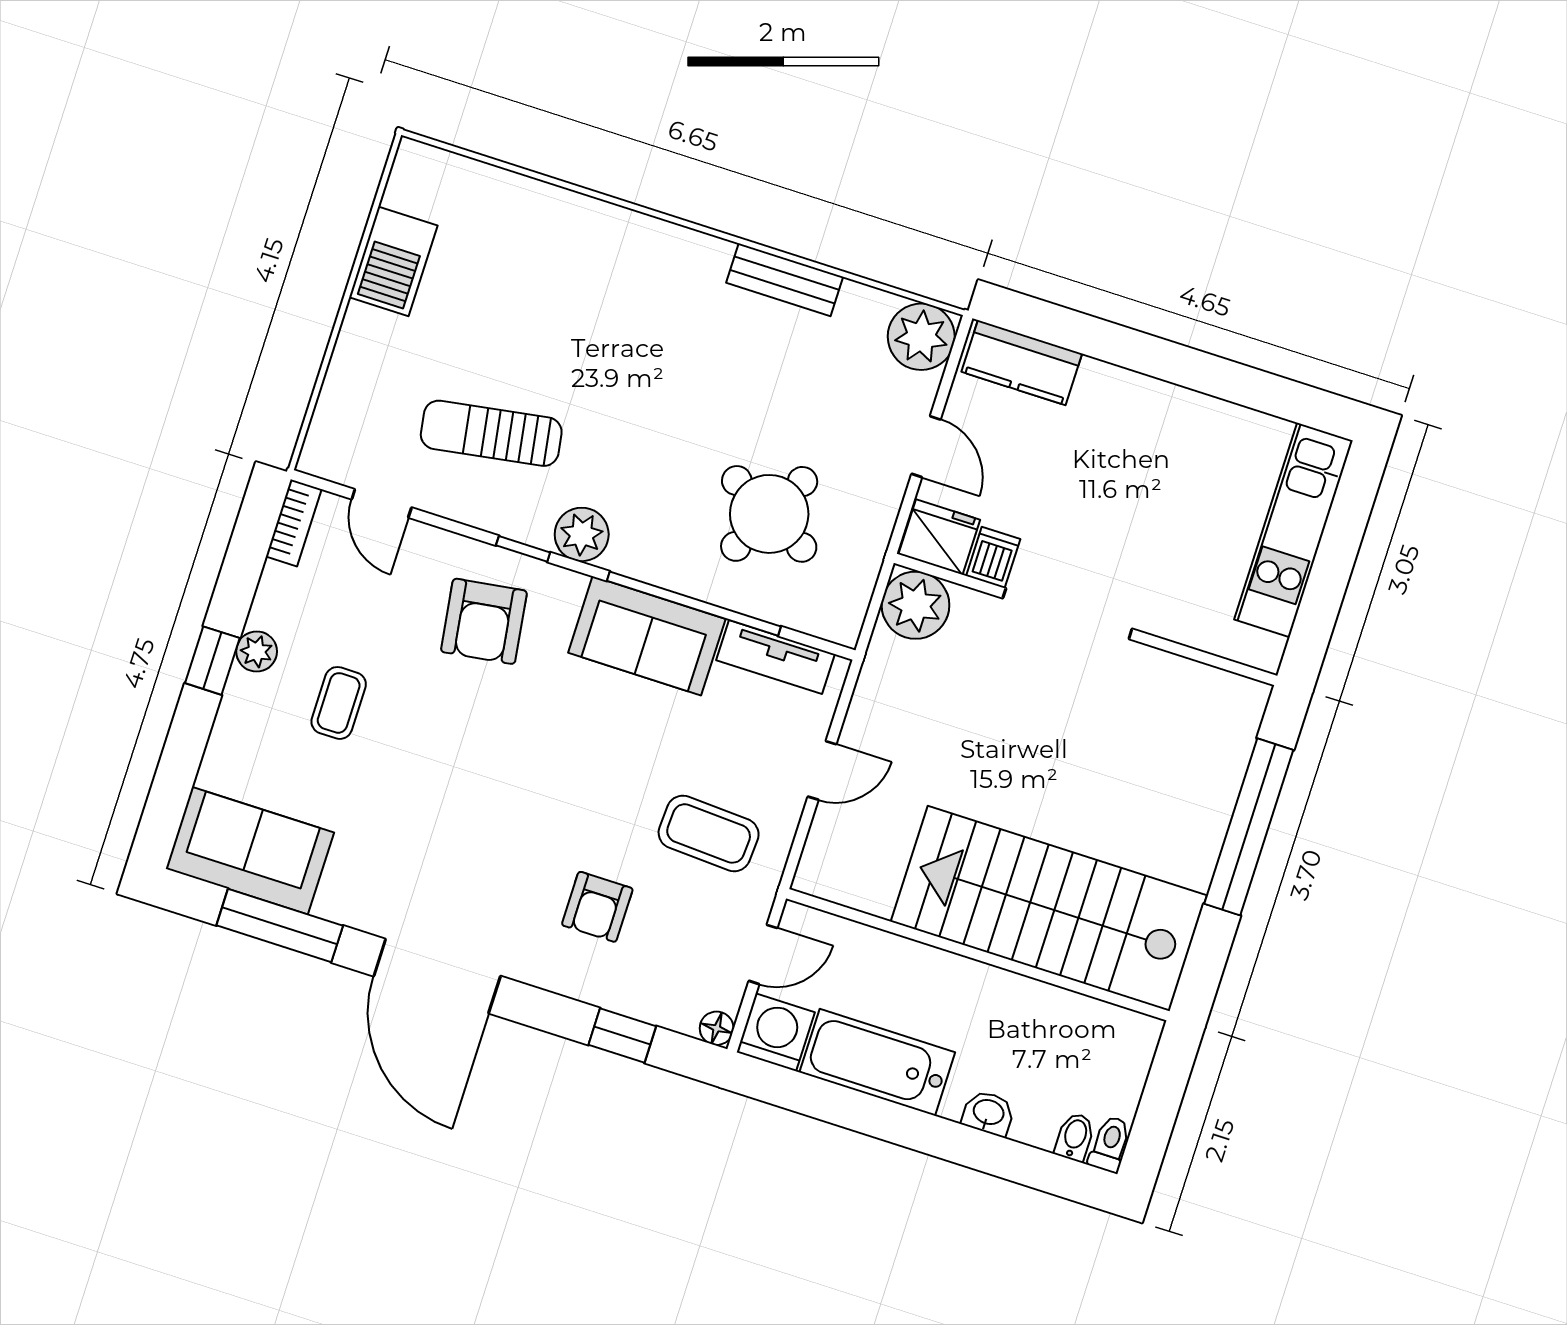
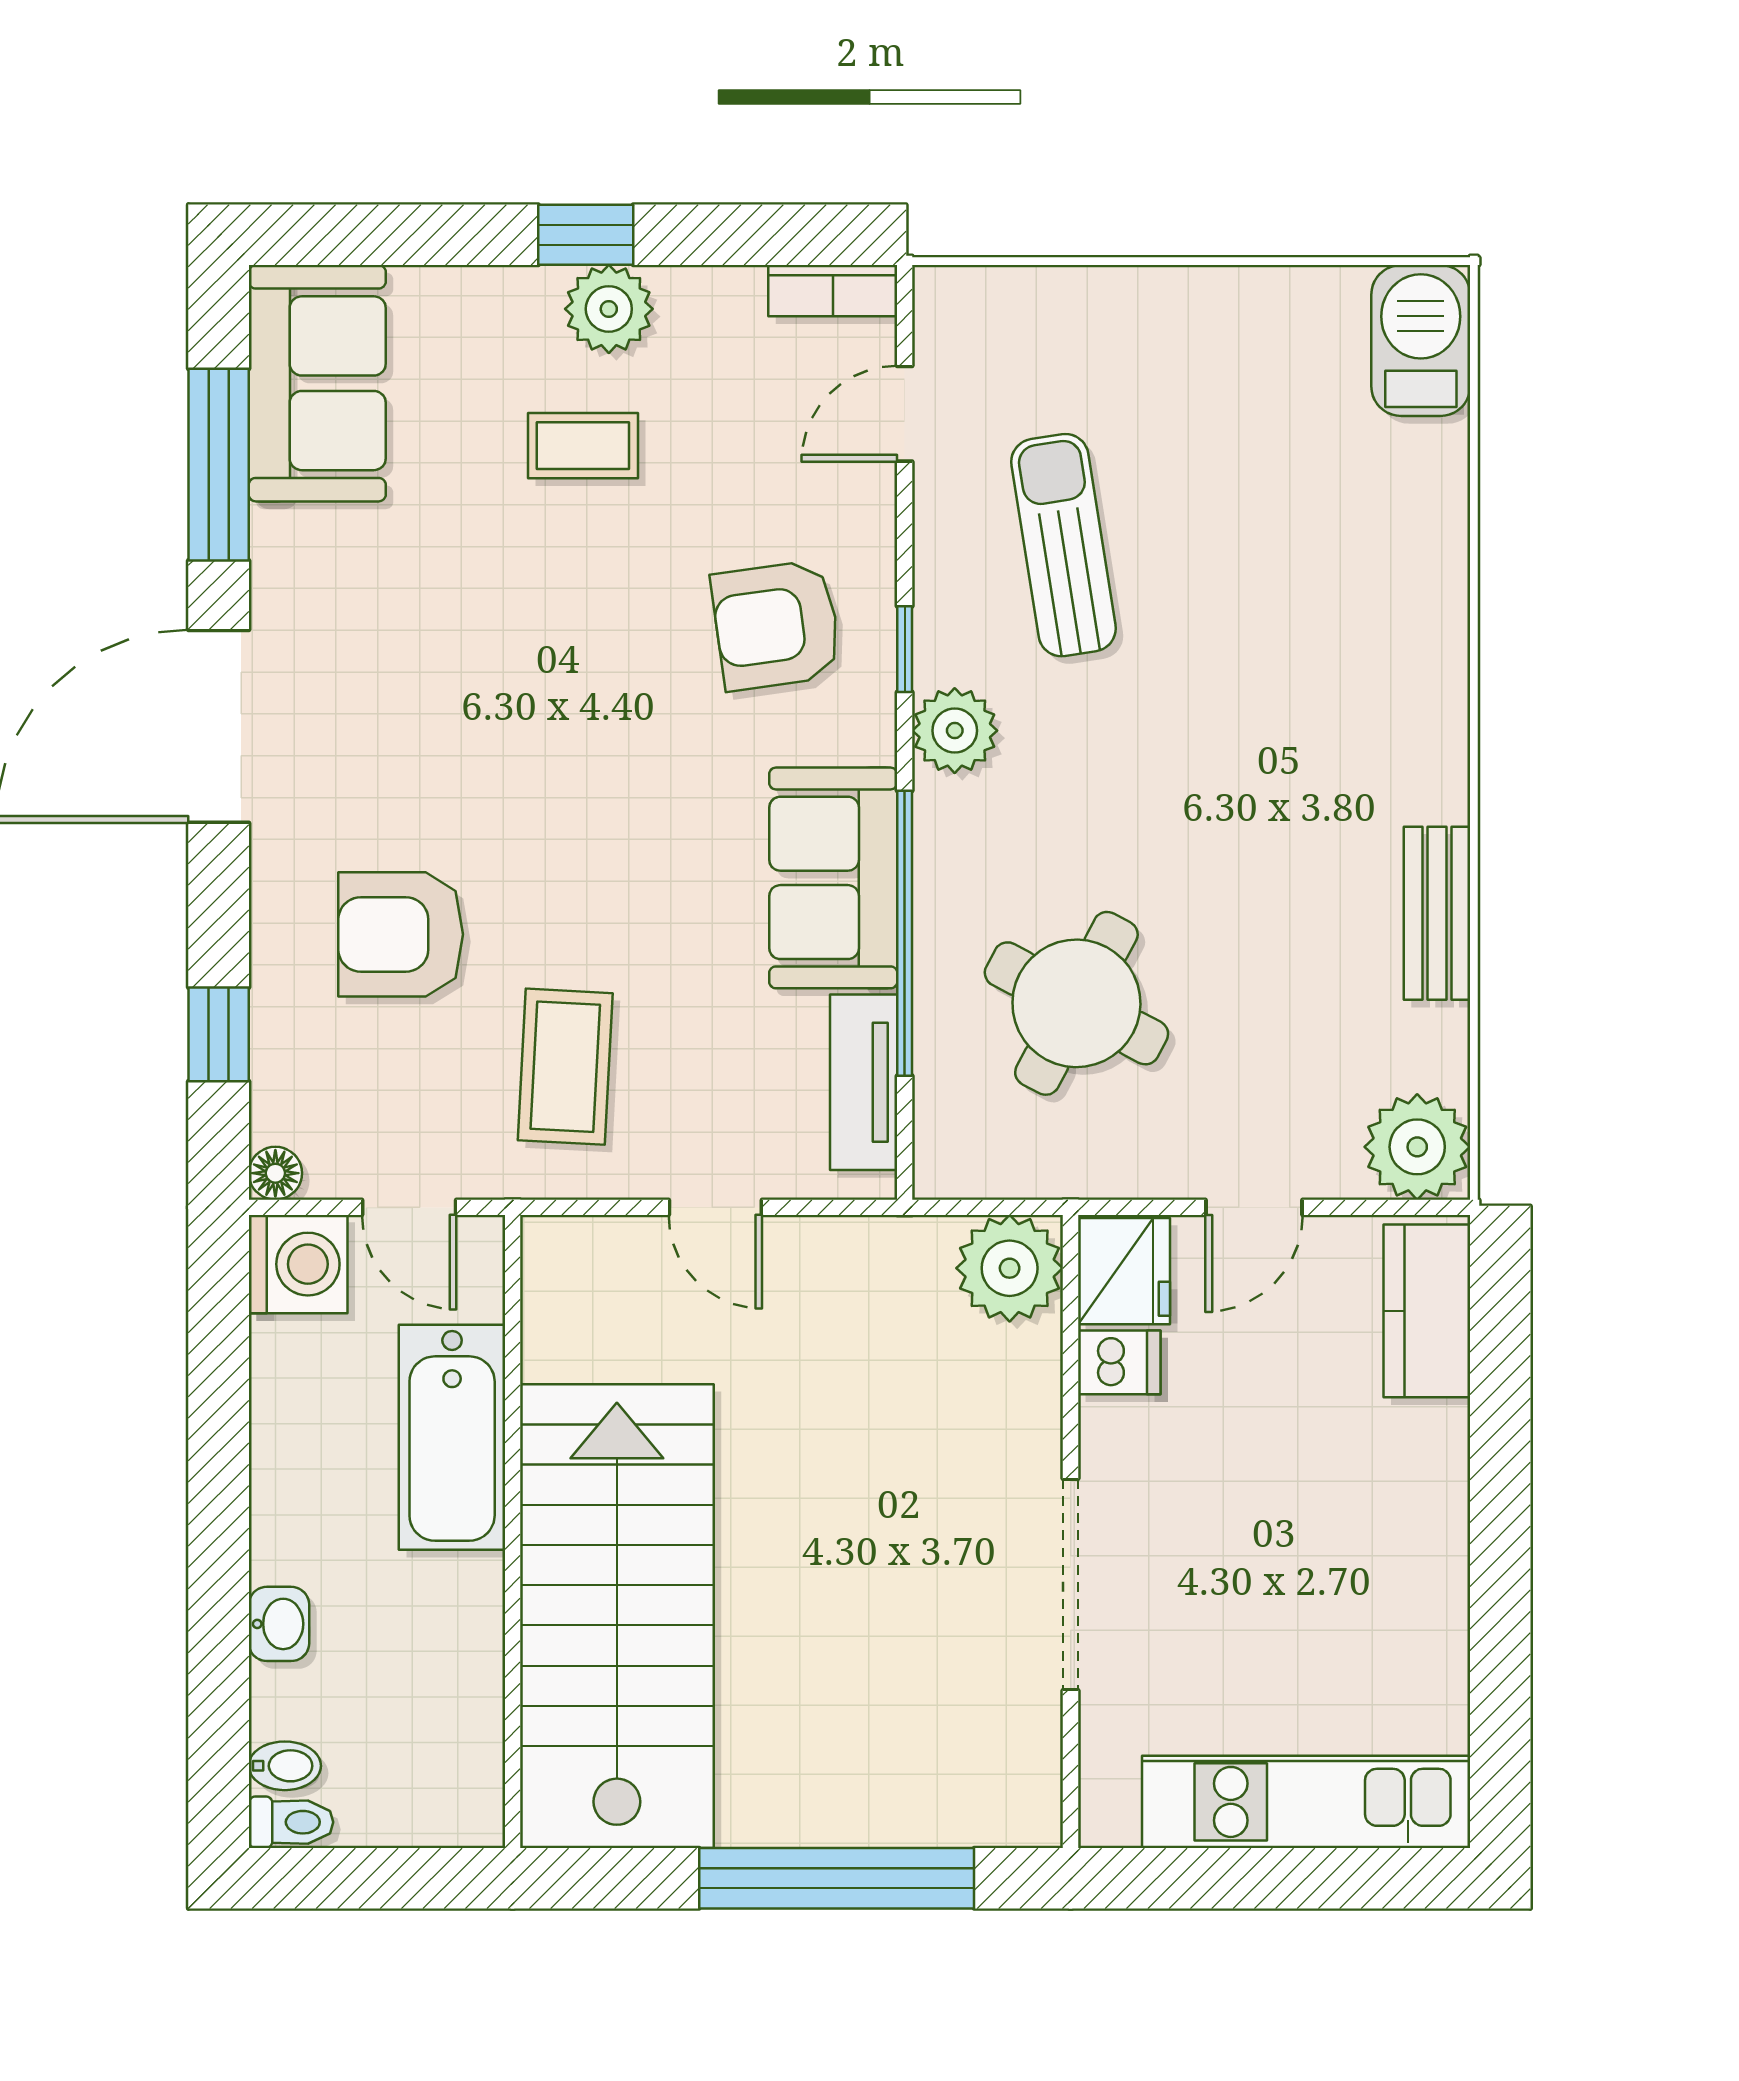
barbecue: (393, 261) -> (1421, 341), moved, turned 90
doorway: (1067, 614) -> (1071, 1585), moved
plant: (257, 651) -> (609, 309), width x1.38, depth x1.38
armchair: (597, 907) -> (401, 934), width x1.38, depth x1.38
bathtub: (877, 1062) -> (452, 1437), moved, turned 180

